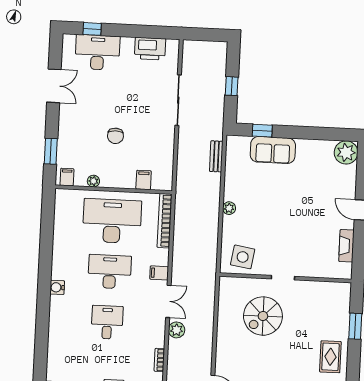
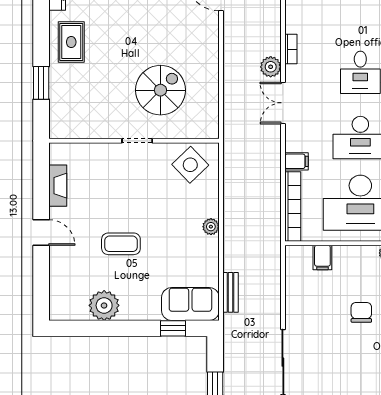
sofa: (273, 150) -> (190, 304), moved
plant: (346, 152) -> (104, 305), moved
coffee table: (299, 198) -> (121, 244), added
side table: (243, 257) -> (190, 165), turned 37
filing cabinet: (159, 273) -> (297, 161), moved
bookcase: (159, 360) -> (291, 49), moved

